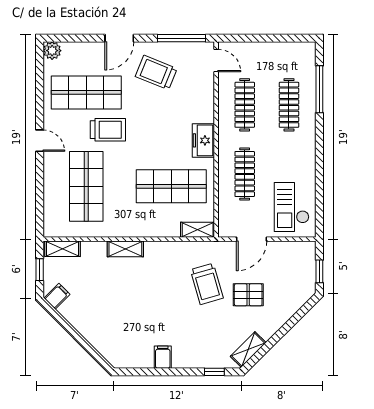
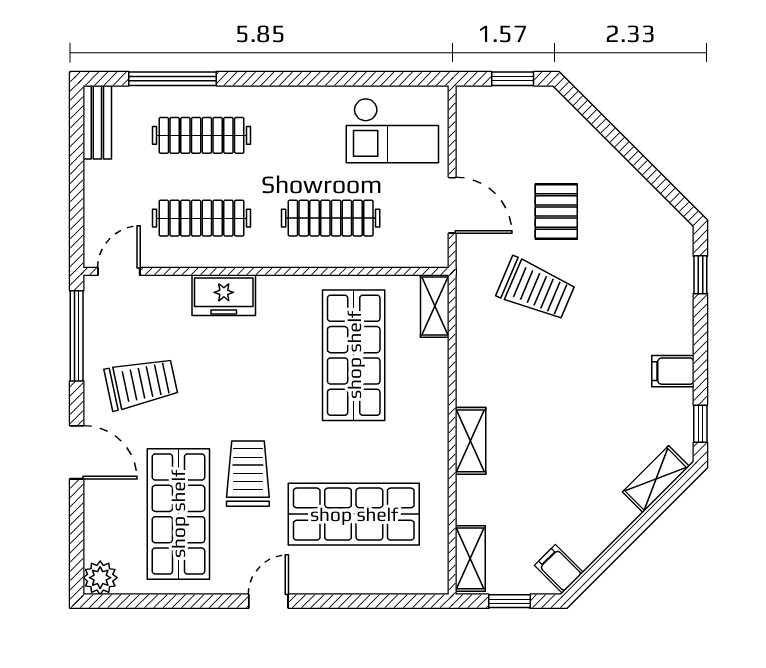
bench: (296, 49) -> (97, 122), added
trolley: (156, 72) -> (141, 383), turned -124
freezer: (203, 140) -> (224, 295), moved
trolley: (207, 284) -> (536, 289), turned 39
shelving: (248, 350) -> (656, 479), moved, turned 90
window: (135, 372) -> (700, 424), added

